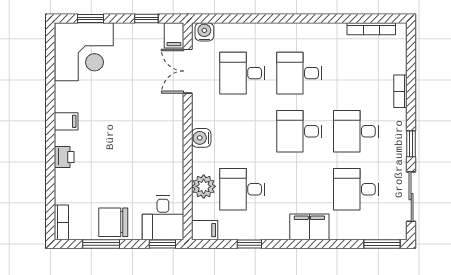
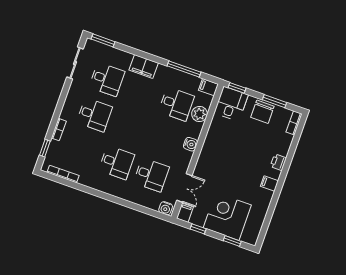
corner desk: (84, 52) -> (227, 216), moved
desk: (299, 131) -> (129, 127), removed
window: (411, 144) -> (45, 148), moved
chair: (113, 222) -> (262, 112), turned 90
window: (249, 244) -> (184, 69), width x2.17

